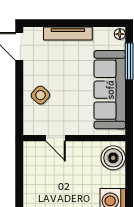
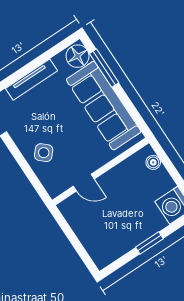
floor lamp: (120, 34) -> (78, 56), width x1.89, depth x1.89
boiler: (113, 158) -> (153, 162), width x0.54, depth x0.54

